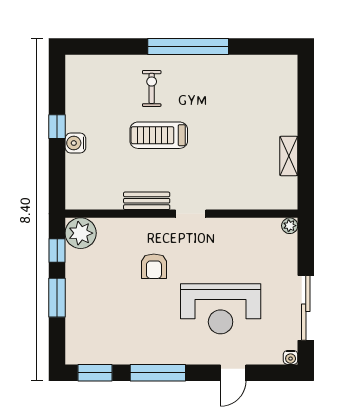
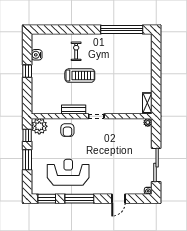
window: (188, 46) -> (122, 30), moved
treadmill: (159, 135) -> (80, 76), turned 180
water cooler: (75, 143) -> (37, 55), moved
shelving: (289, 156) -> (147, 103), moved
armchair: (154, 266) -> (67, 130), moved
reception desk: (221, 309) -> (68, 172), moved, turned 180

